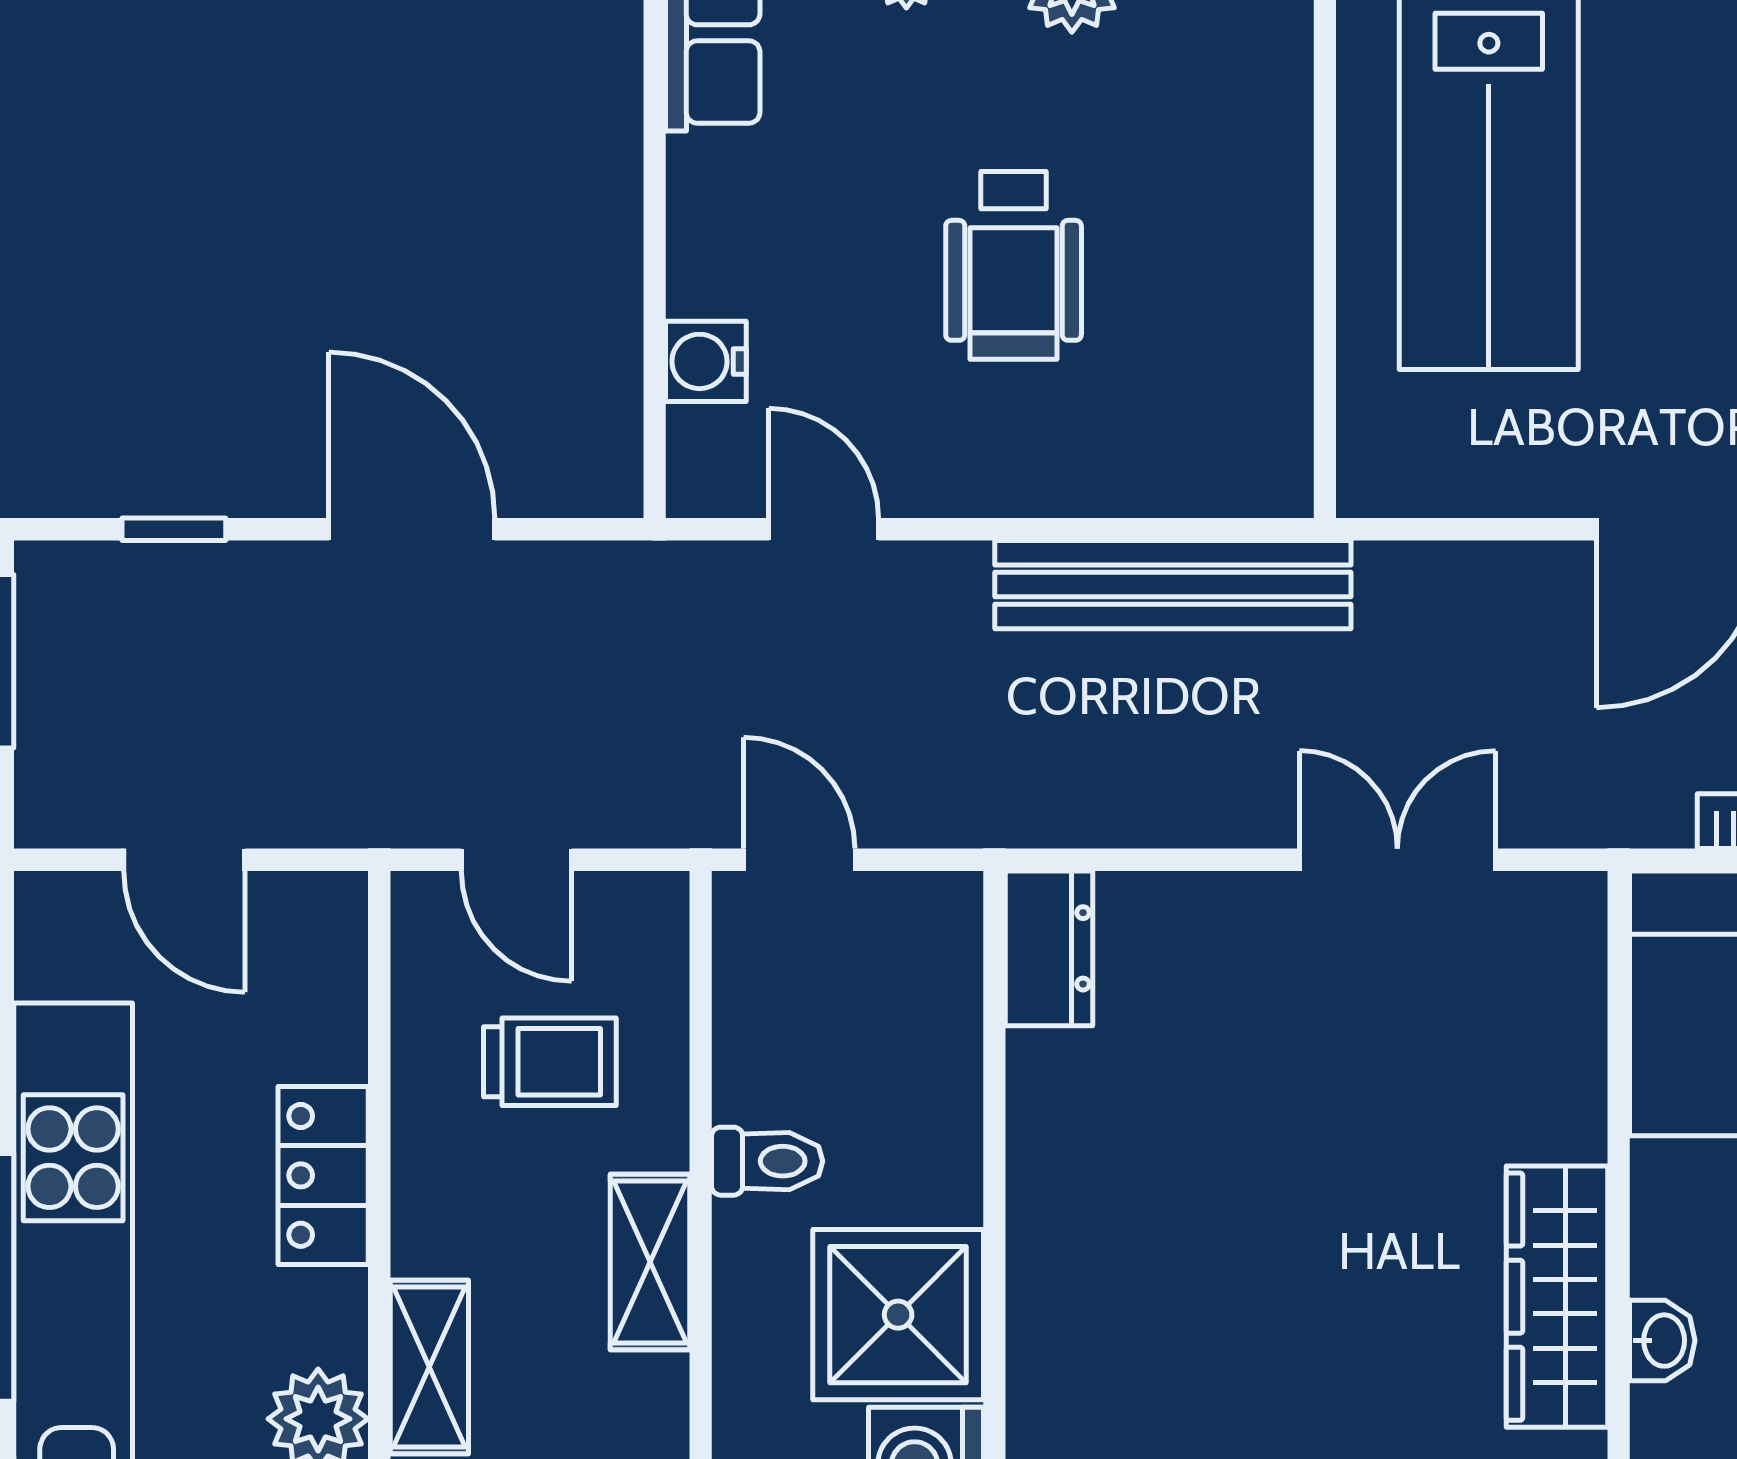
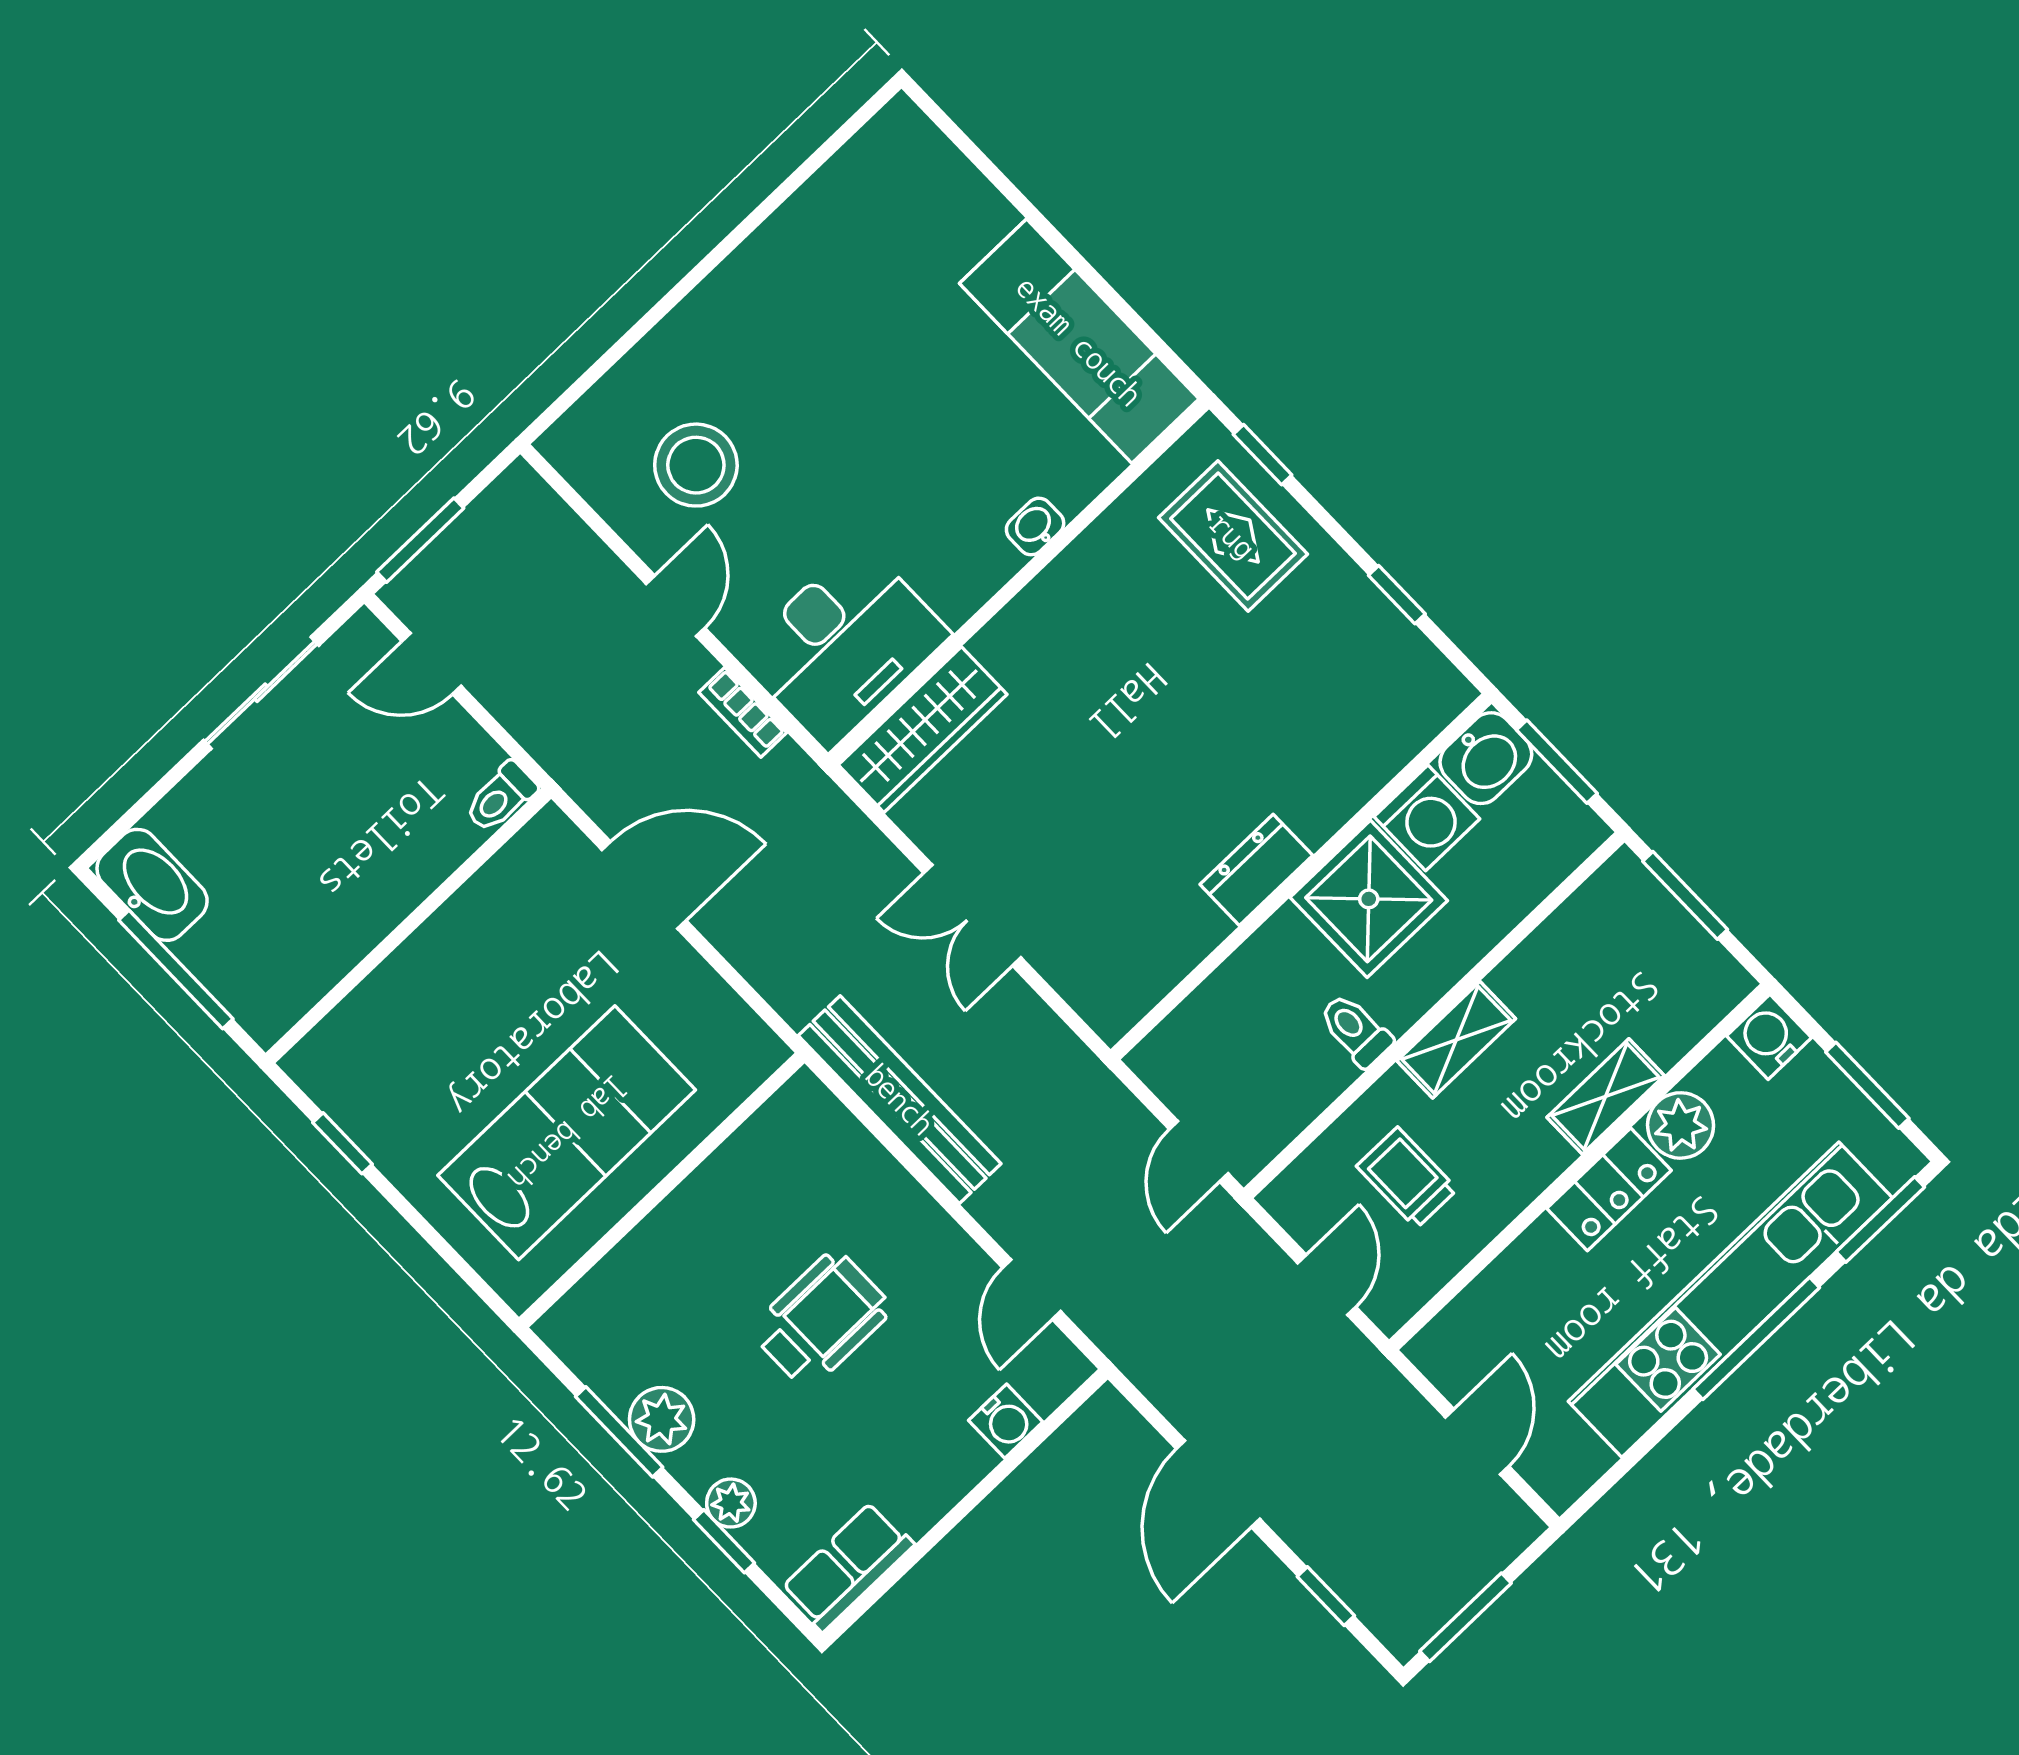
double door: (1397, 860) -> (972, 915), moved
dresser: (1049, 948) -> (1256, 870), moved
locker: (323, 1175) -> (1609, 1189), moved
wardrobe: (1557, 1297) -> (923, 730), moved

